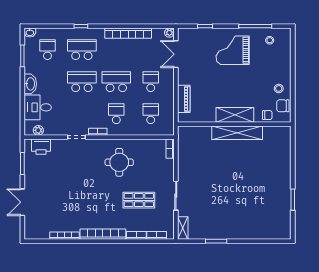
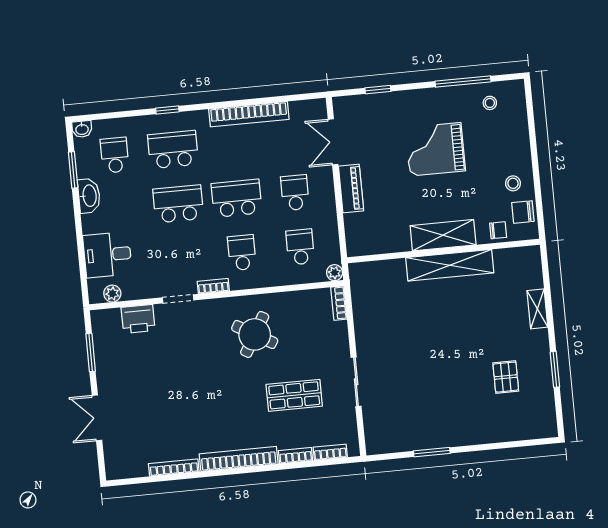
plant: (169, 33) -> (335, 273), moved
grand piano: (233, 50) -> (435, 149), moved
washbasin: (30, 84) -> (89, 196), moved
piano: (184, 99) -> (351, 189), moved
printer: (41, 147) -> (138, 319), moved
round table: (119, 162) -> (255, 334), turned 30
pallet: (264, 201) -> (506, 377), added
shelving: (183, 228) -> (537, 309), moved

